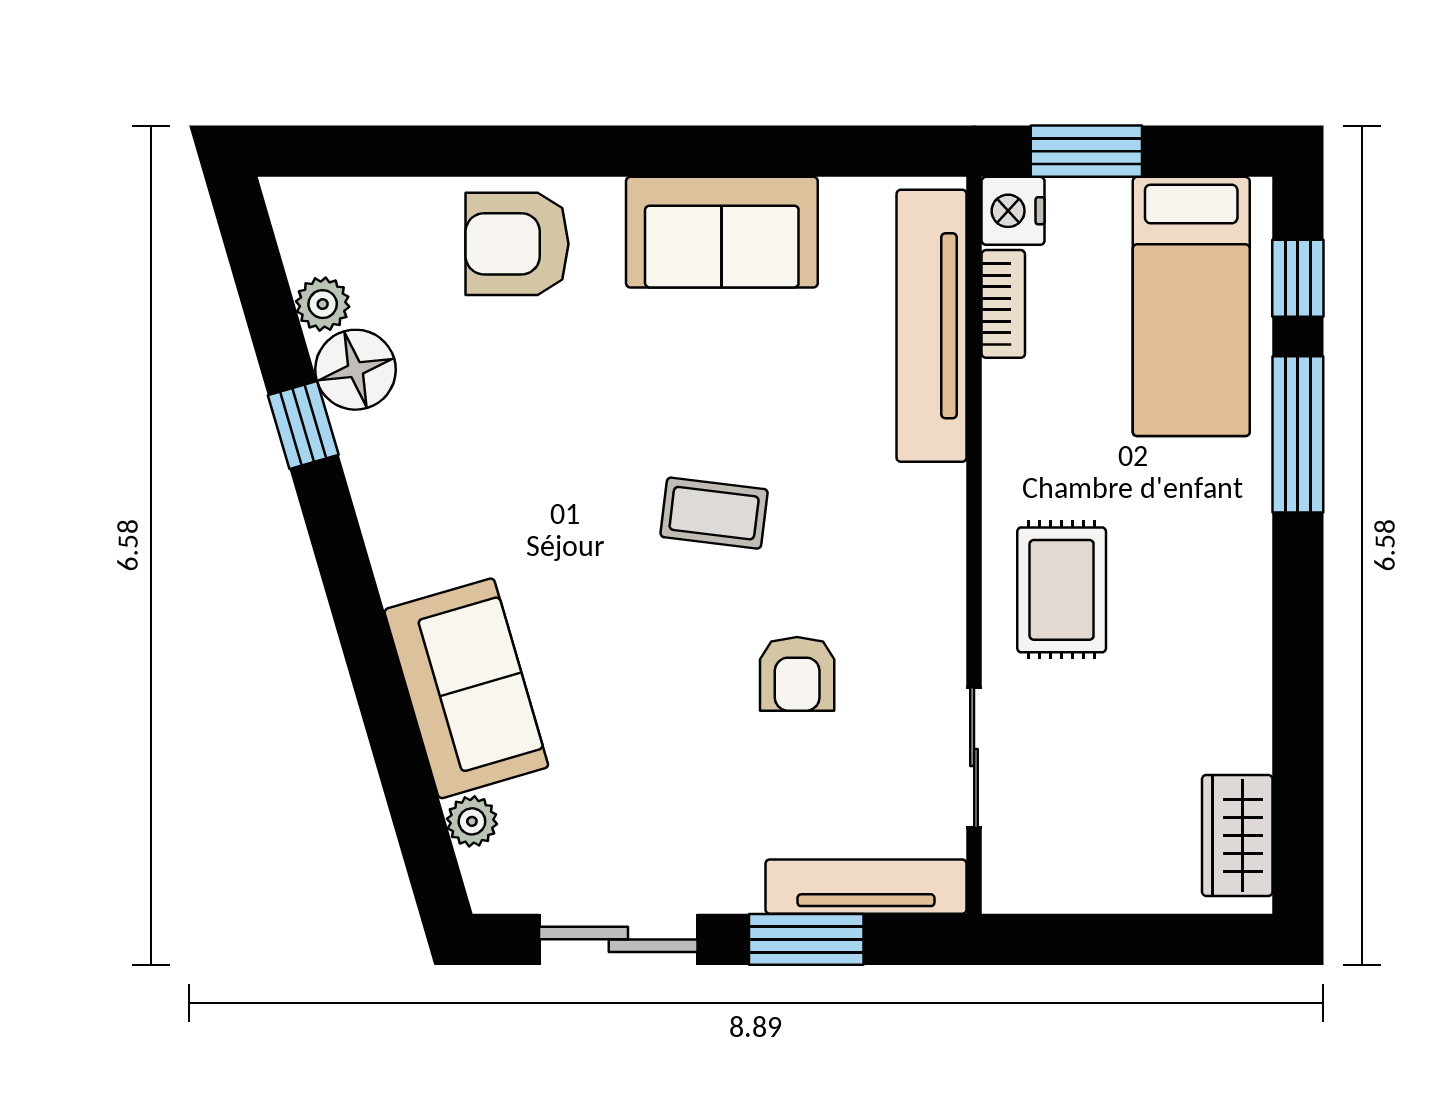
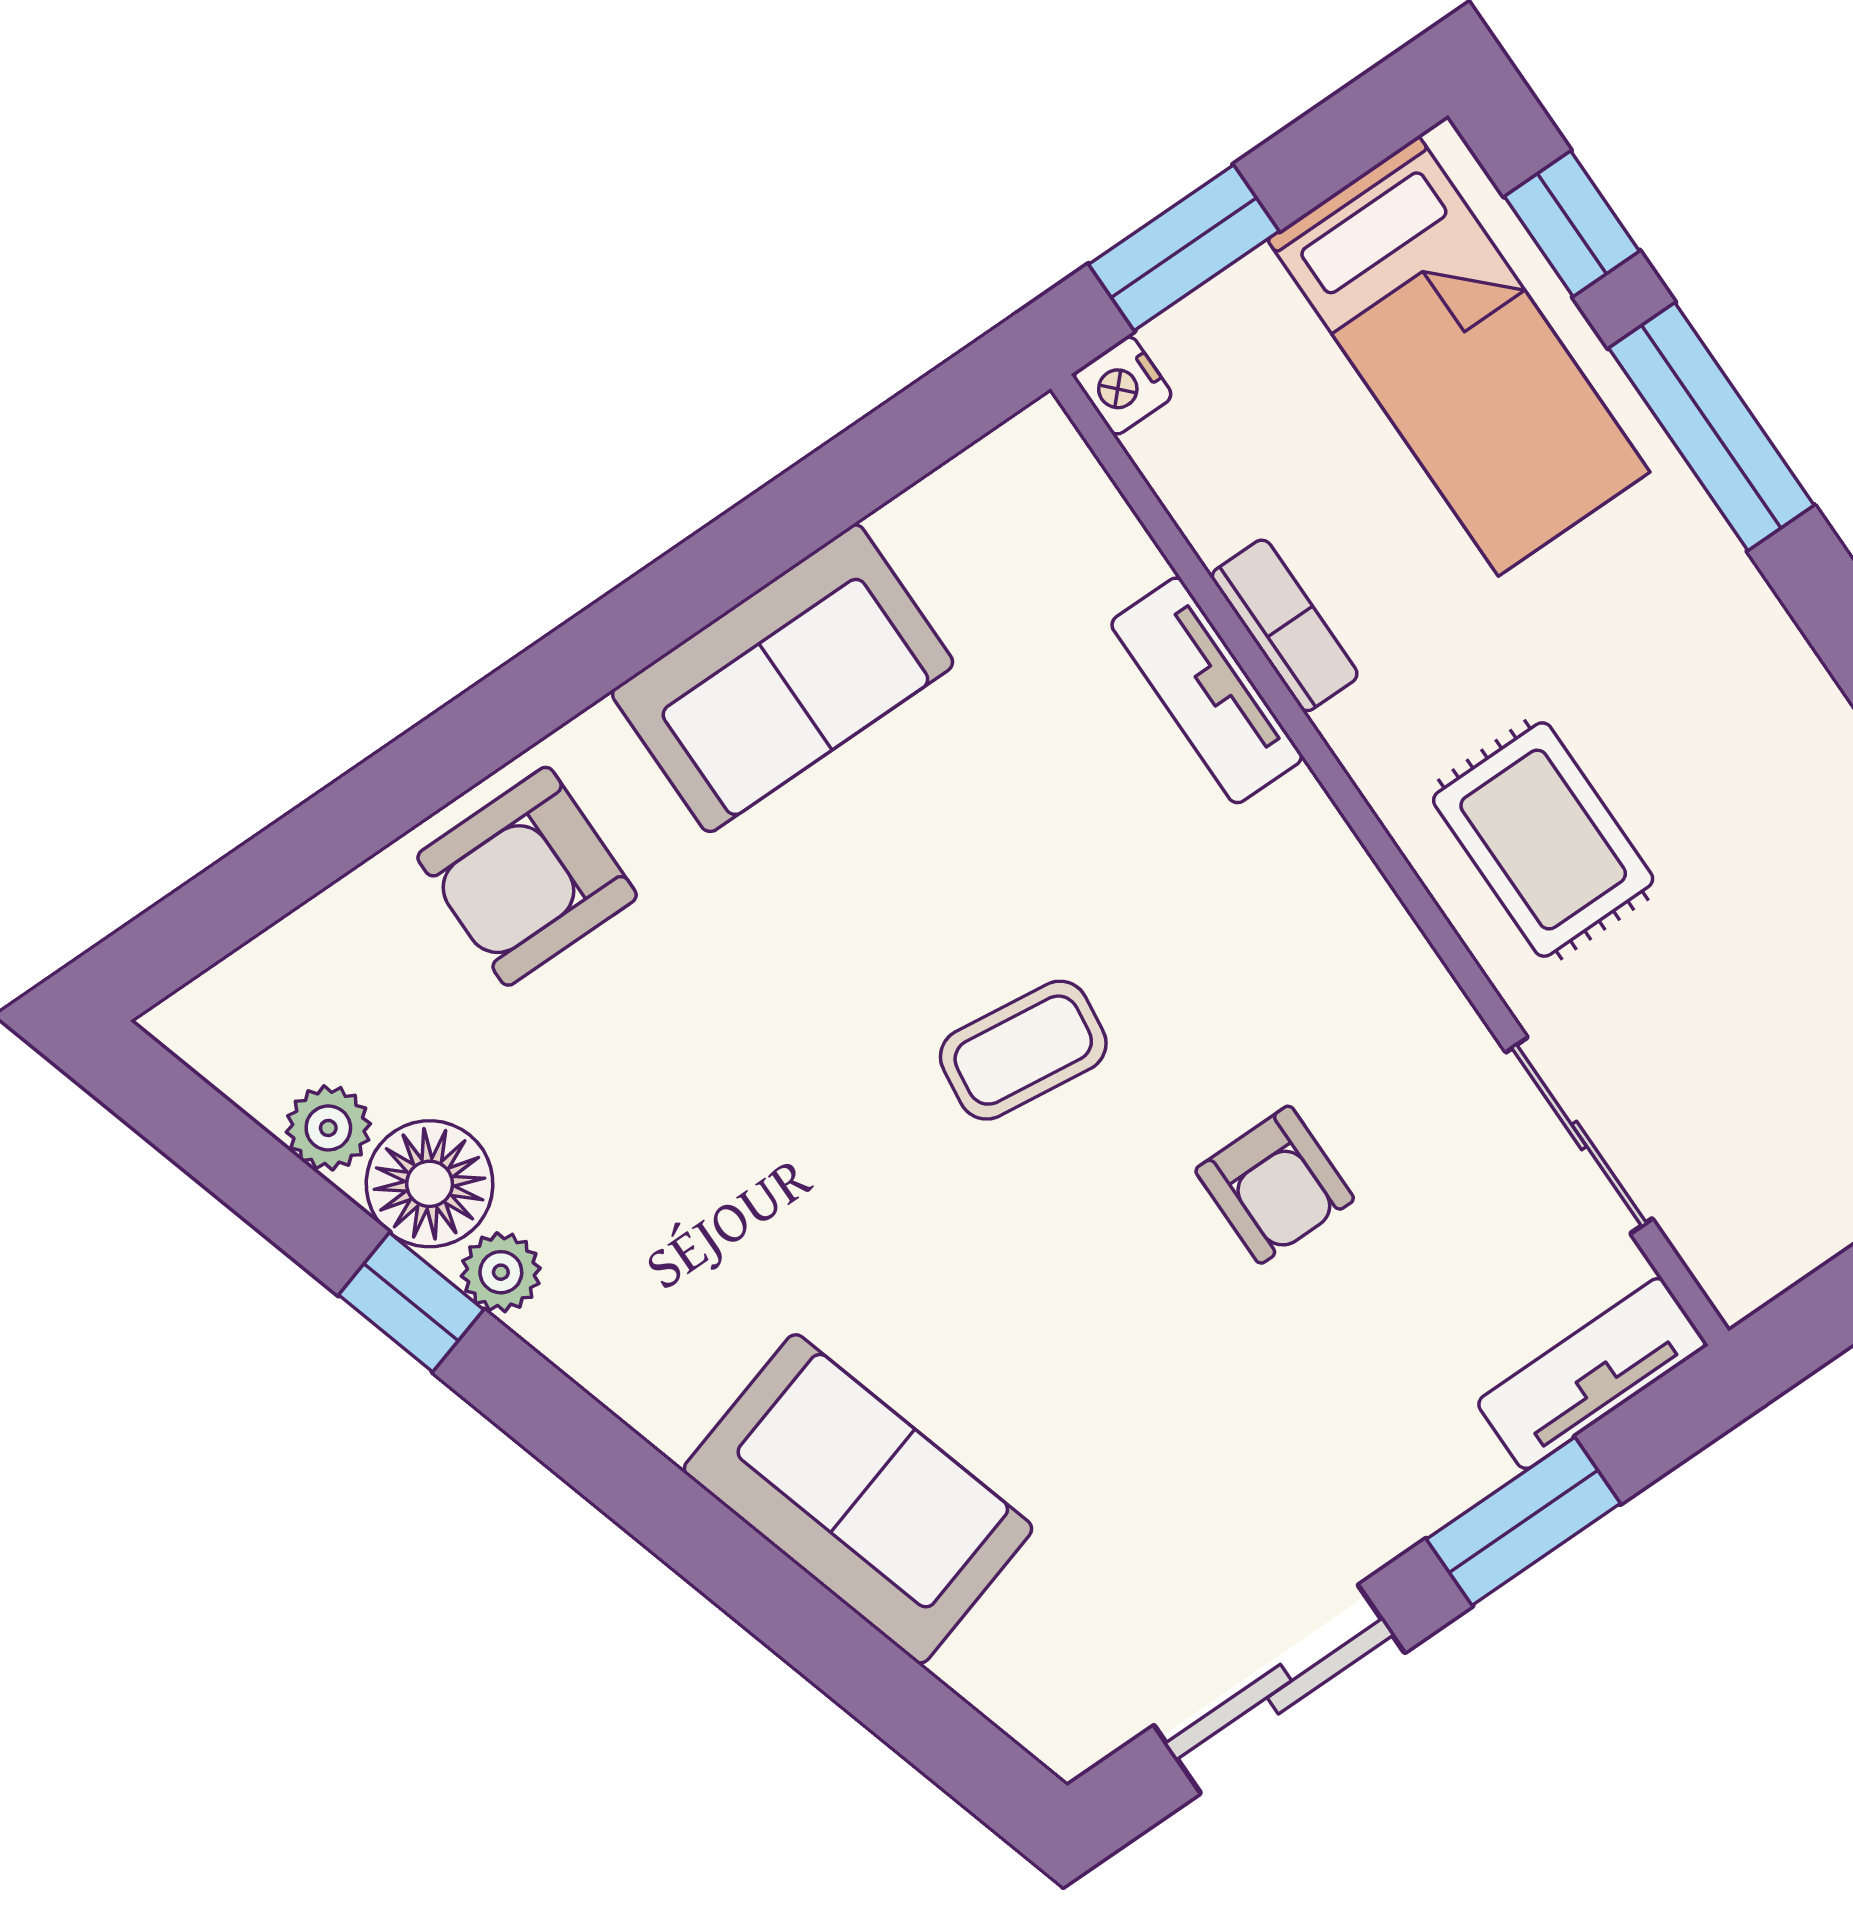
nightstand: (1013, 211) -> (1123, 385), width x0.72, depth x0.74
bookcase: (1003, 304) -> (1285, 625), moved
tv unit: (932, 326) -> (1207, 690), width x0.52, depth x0.78
plant: (472, 821) -> (501, 1272), moved
tv unit: (866, 887) -> (1592, 1374), width x0.71

